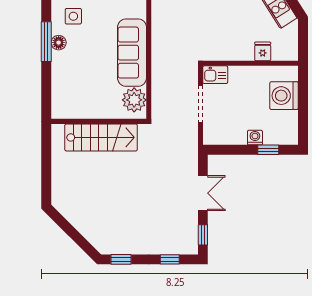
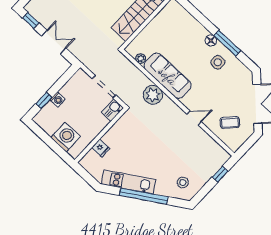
window: (46, 42) -> (227, 43), moved
plant: (164, 49) -> (153, 95), added
plant: (134, 100) -> (141, 59), width x0.53, depth x0.53
double door: (203, 193) -> (54, 42), swing flipped

